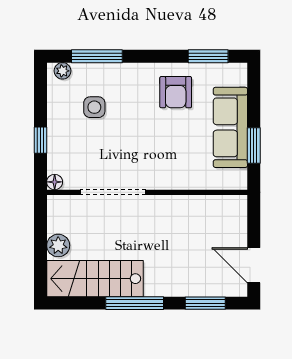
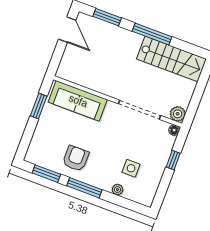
window: (97, 56) -> (84, 188), moved
plant: (63, 71) -> (118, 190), moved
sofa: (230, 127) -> (78, 101), moved, turned 90
plant: (58, 245) -> (178, 114), moved

